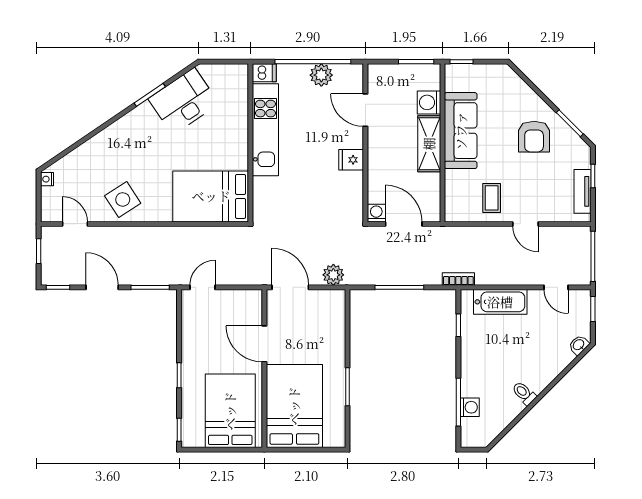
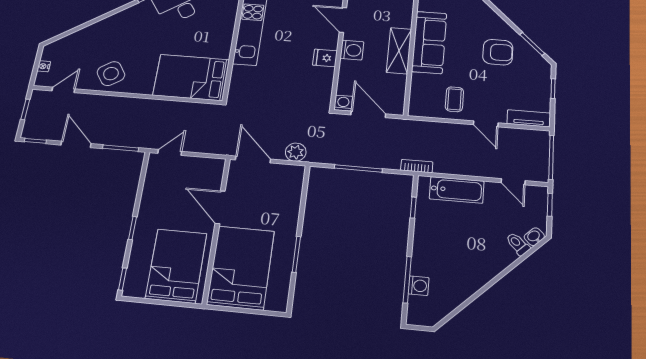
washing machine: (429, 102) -> (352, 50), moved, turned 180
armchair: (534, 137) -> (498, 52), turned -90
nightstand: (47, 179) -> (44, 66), moved
tv unit: (583, 191) -> (529, 118), moved, turned 90
door: (75, 224) -> (63, 90), hinge flipped
toilet: (524, 393) -> (518, 244), moved

